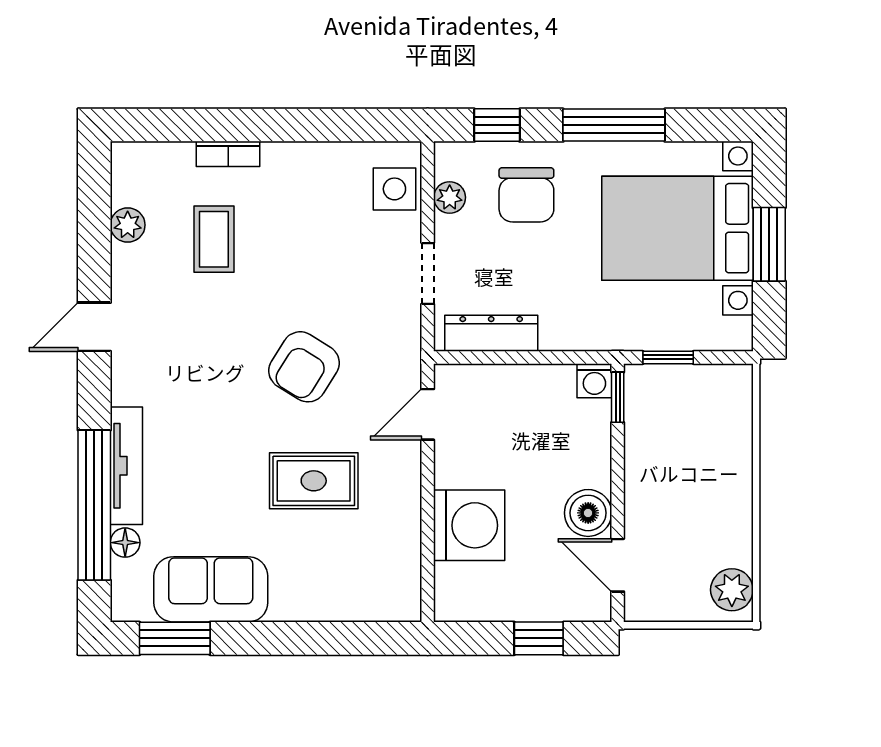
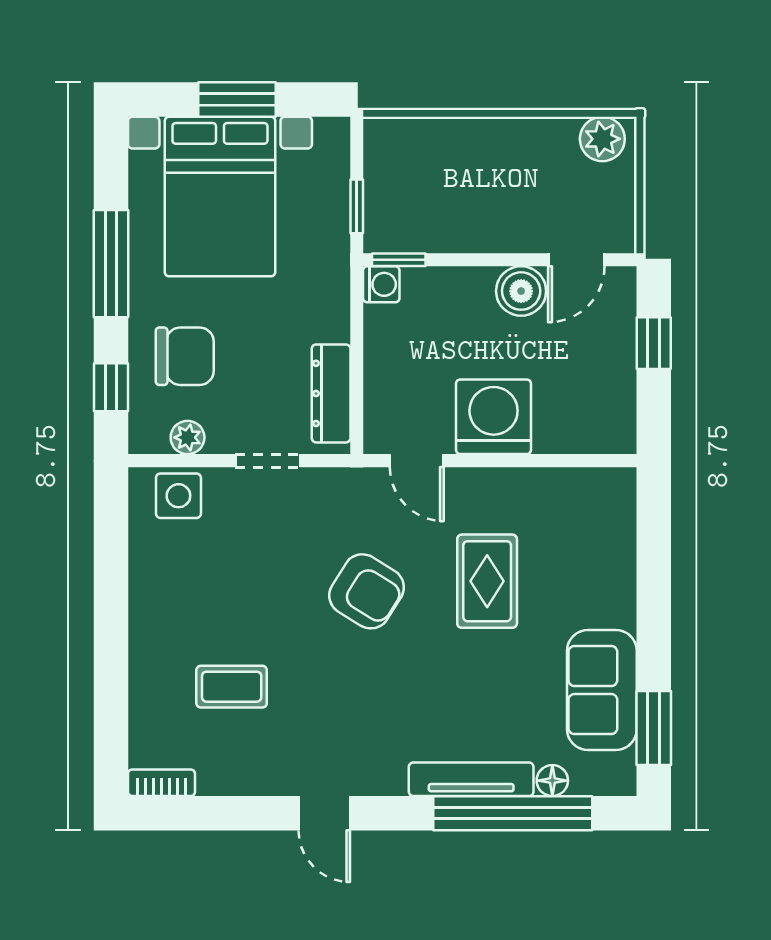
bookcase: (228, 154) -> (161, 783), moved, turned -90
plant: (128, 225) -> (217, 778), removed
washing machine: (469, 525) -> (494, 417), moved

